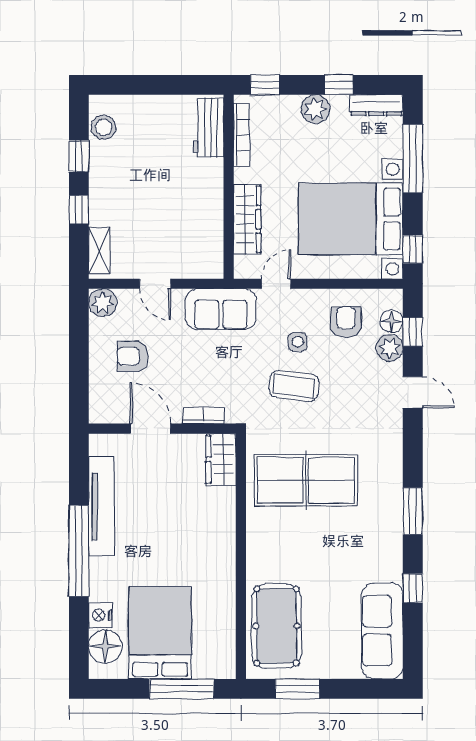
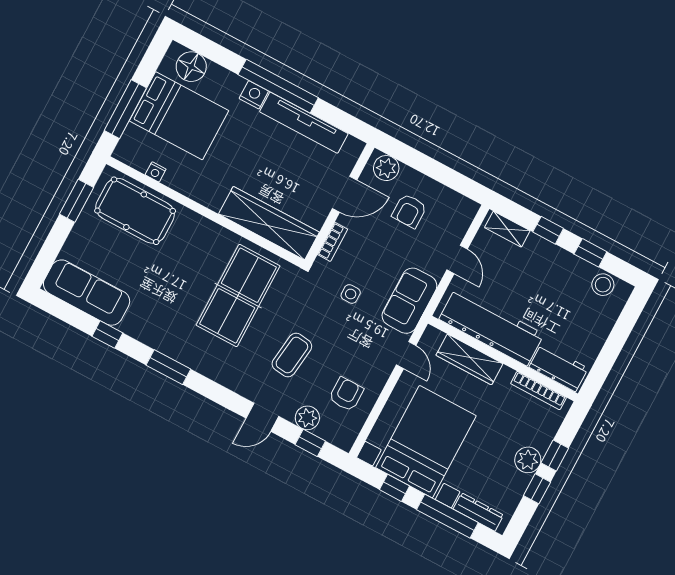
window: (265, 85) -> (555, 455), moved
dresser: (376, 105) -> (478, 512), moved, turned 90
workbench: (203, 215) -> (491, 327), added
window: (413, 249) -> (394, 488), moved
door: (155, 284) -> (457, 259), swing flipped
plant: (103, 303) -> (386, 168), moved
floor lamp: (392, 321) -> (328, 431), removed
armchair: (346, 322) -> (346, 394), turned -90
side table: (298, 342) -> (351, 294), moved
armchair: (133, 356) -> (409, 211), turned 180
coffee table: (294, 386) -> (292, 355), moved
wardrobe: (221, 459) -> (269, 223), width x2.10, depth x1.17
nightstand: (100, 615) -> (254, 95), moved
nightstand: (228, 626) -> (156, 172), added

